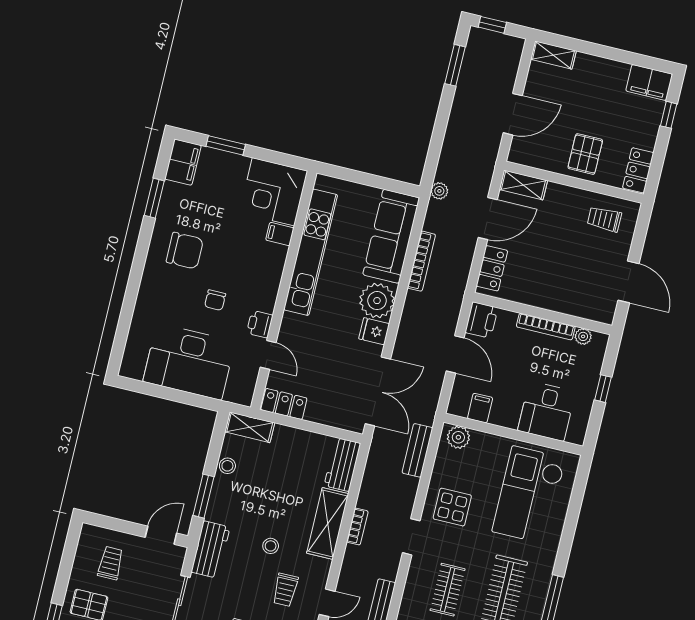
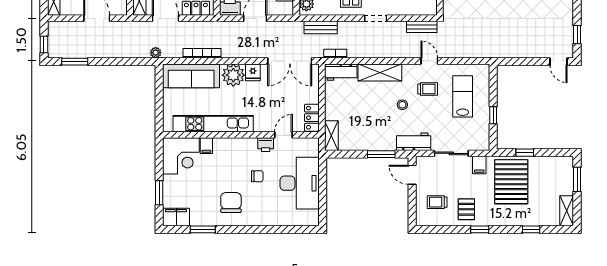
double door: (378, 391) -> (290, 61), swing flipped
stool: (227, 466) -> (359, 144), removed
bookcase: (357, 526) -> (335, 54), moved

